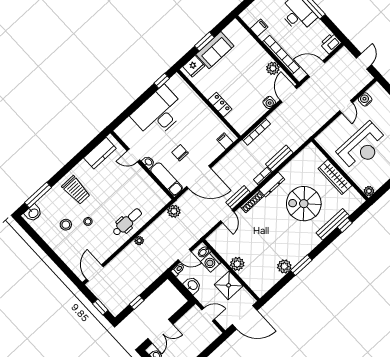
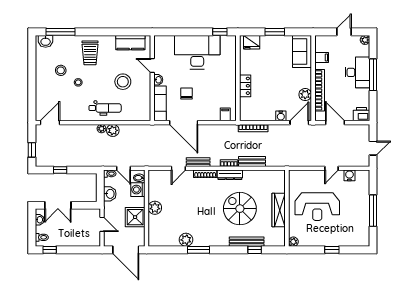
sofa: (215, 50) -> (302, 51), moved, turned 90
stool: (122, 189) -> (123, 82), added
plant: (174, 211) -> (113, 130), moved

